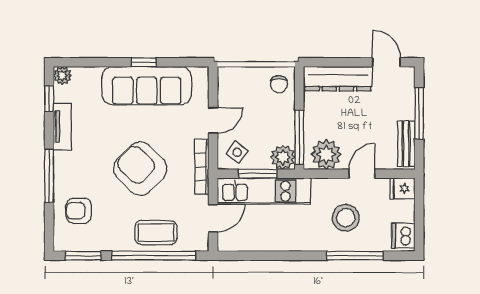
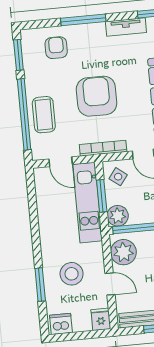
armchair: (140, 169) -> (97, 96), turned -44
window: (355, 256) -> (40, 285), width x0.69

